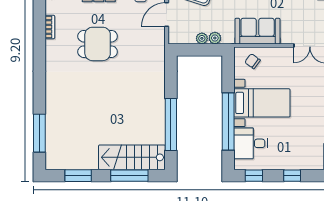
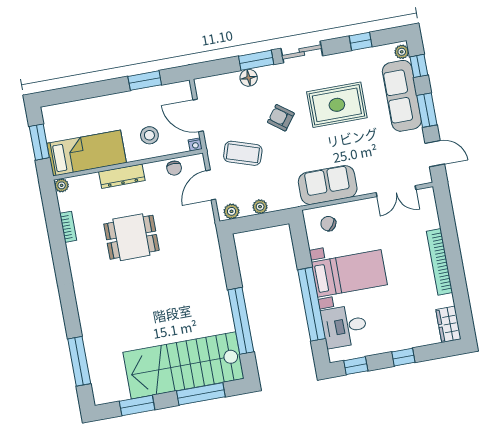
plant: (215, 38) -> (232, 211), moved
stairs: (132, 157) -> (183, 365), width x1.36, depth x1.51

